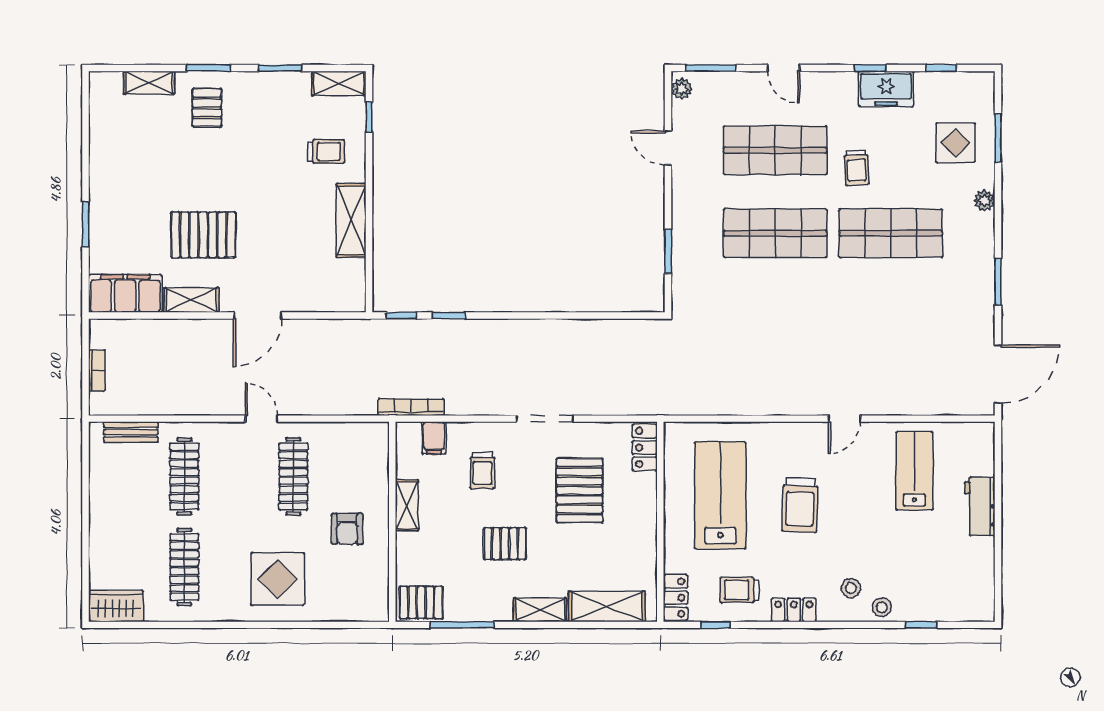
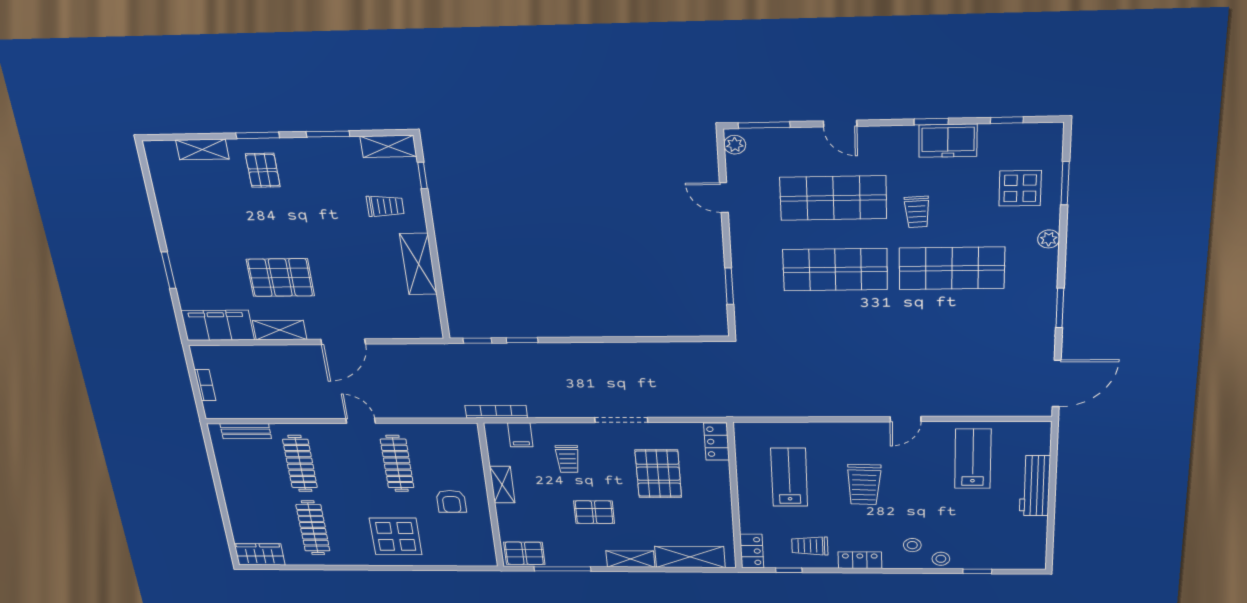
lab bench: (720, 495) -> (789, 477), width x0.73, depth x0.72
workbench: (980, 506) -> (1035, 486), width x1.38

